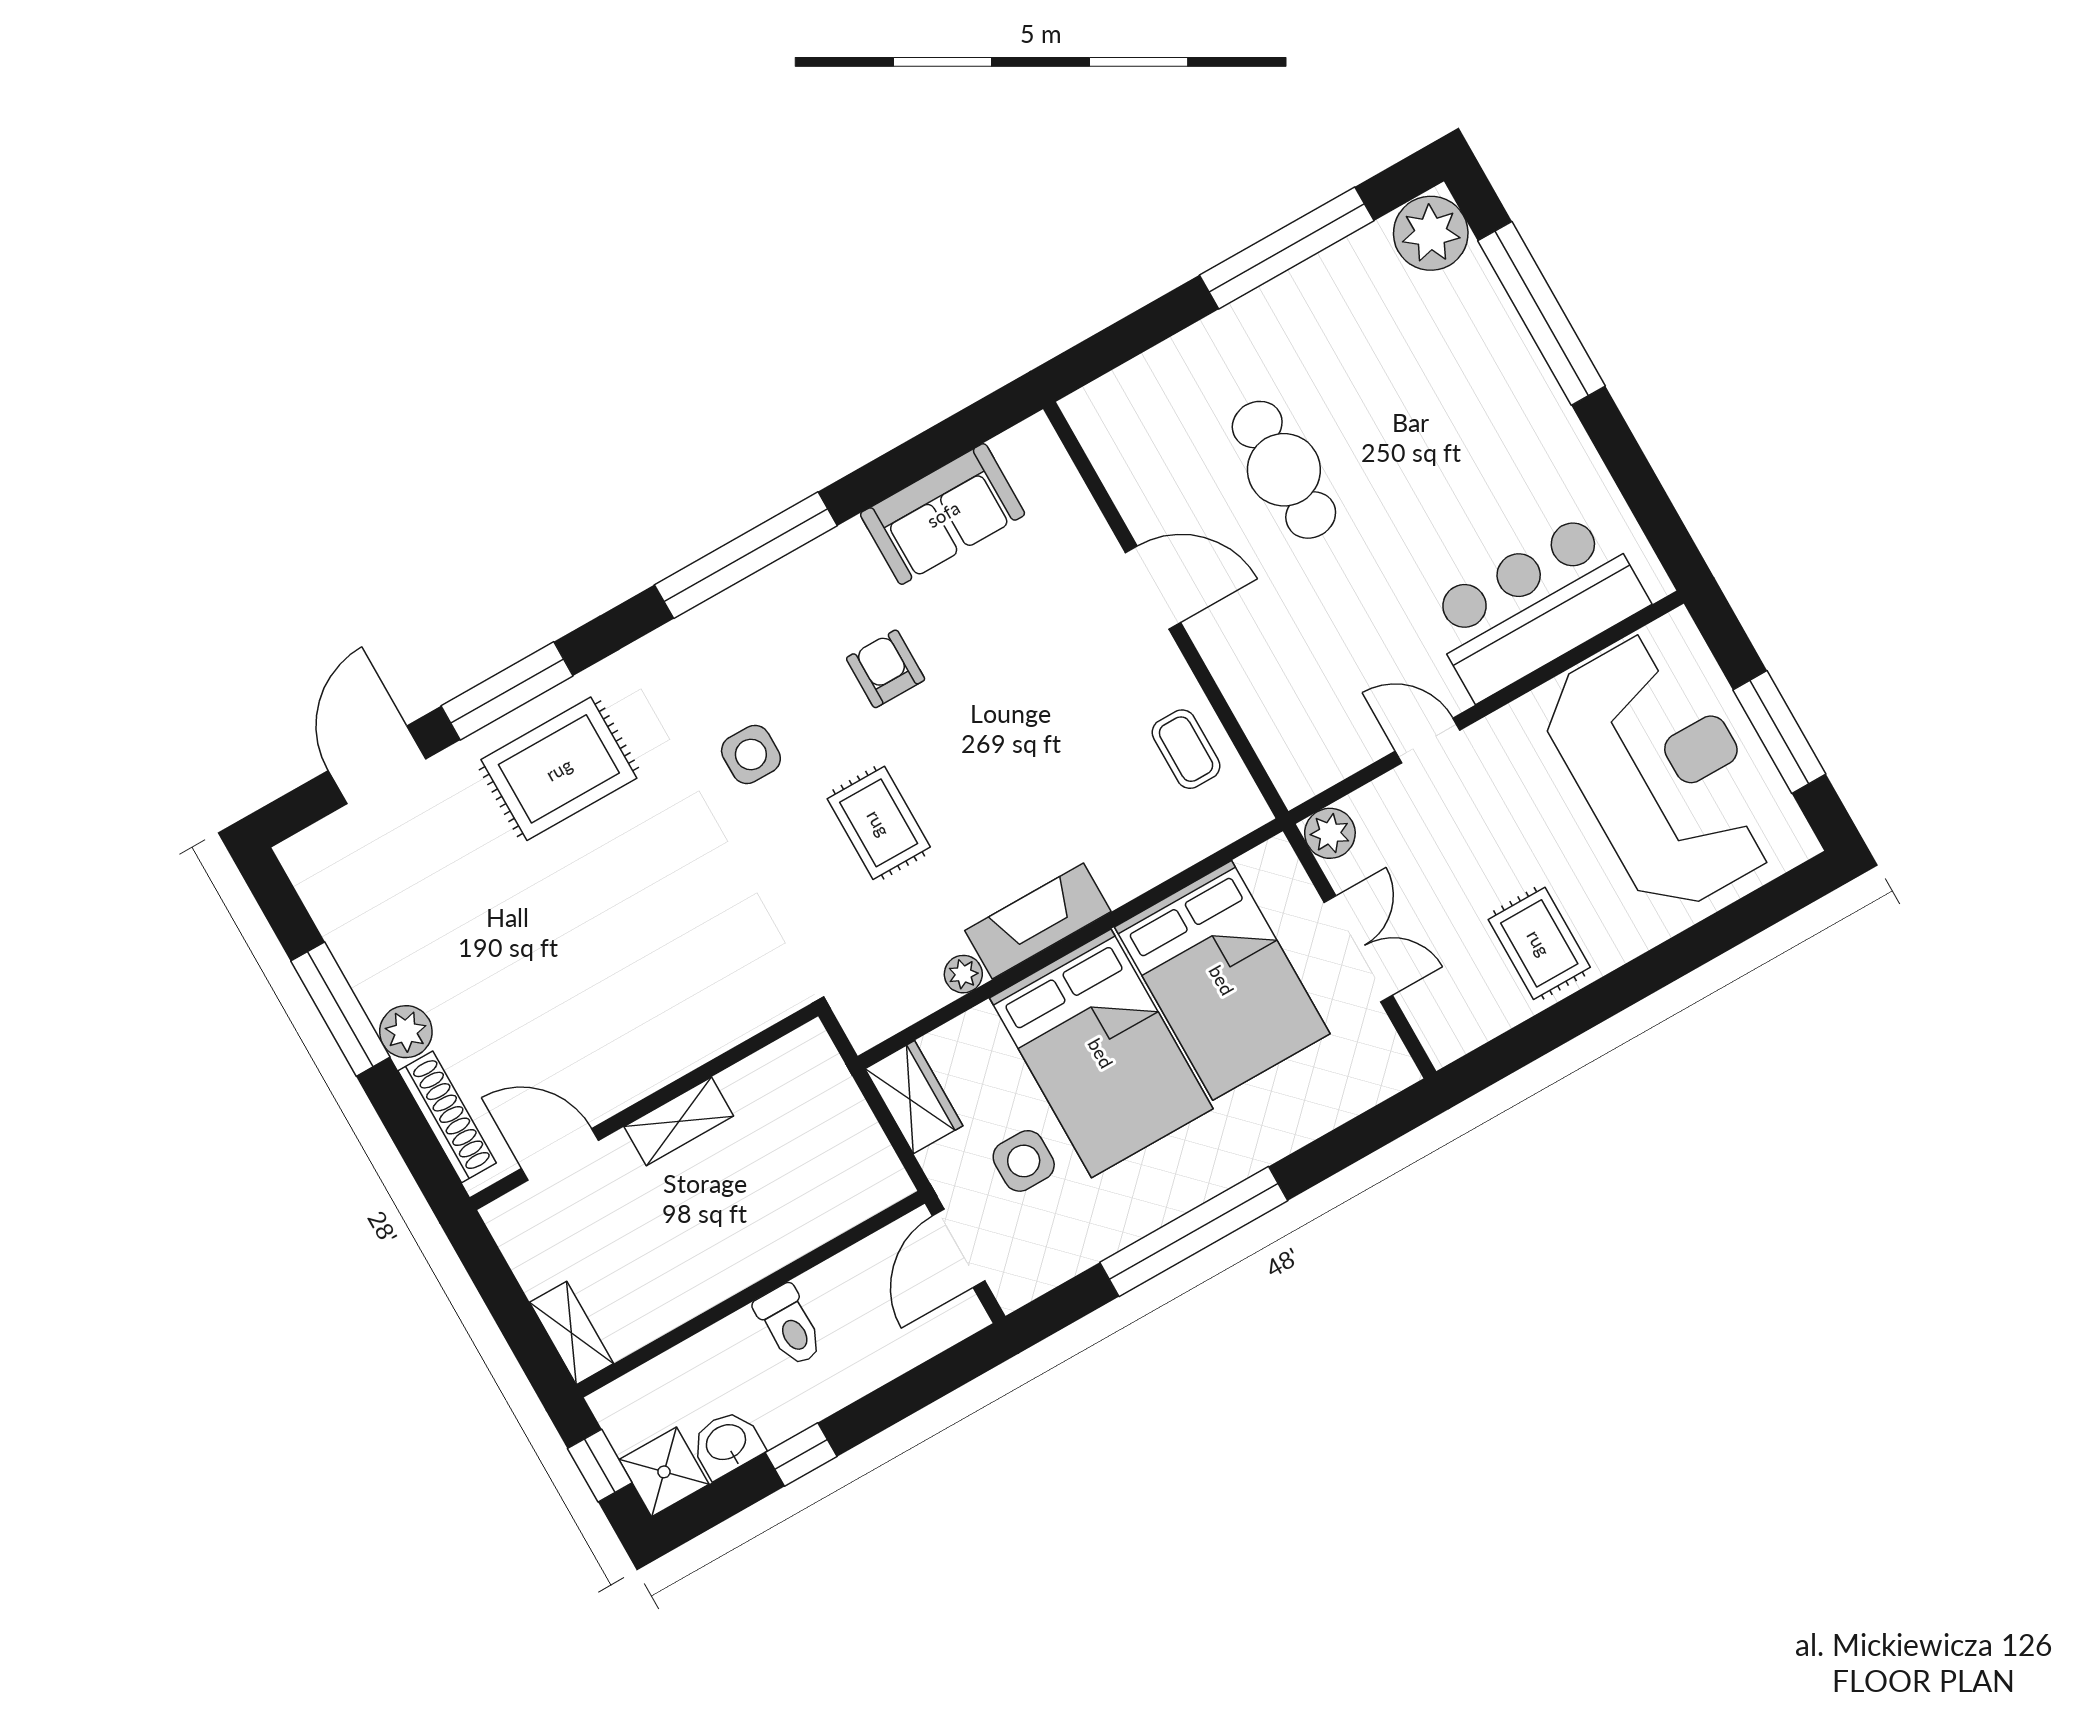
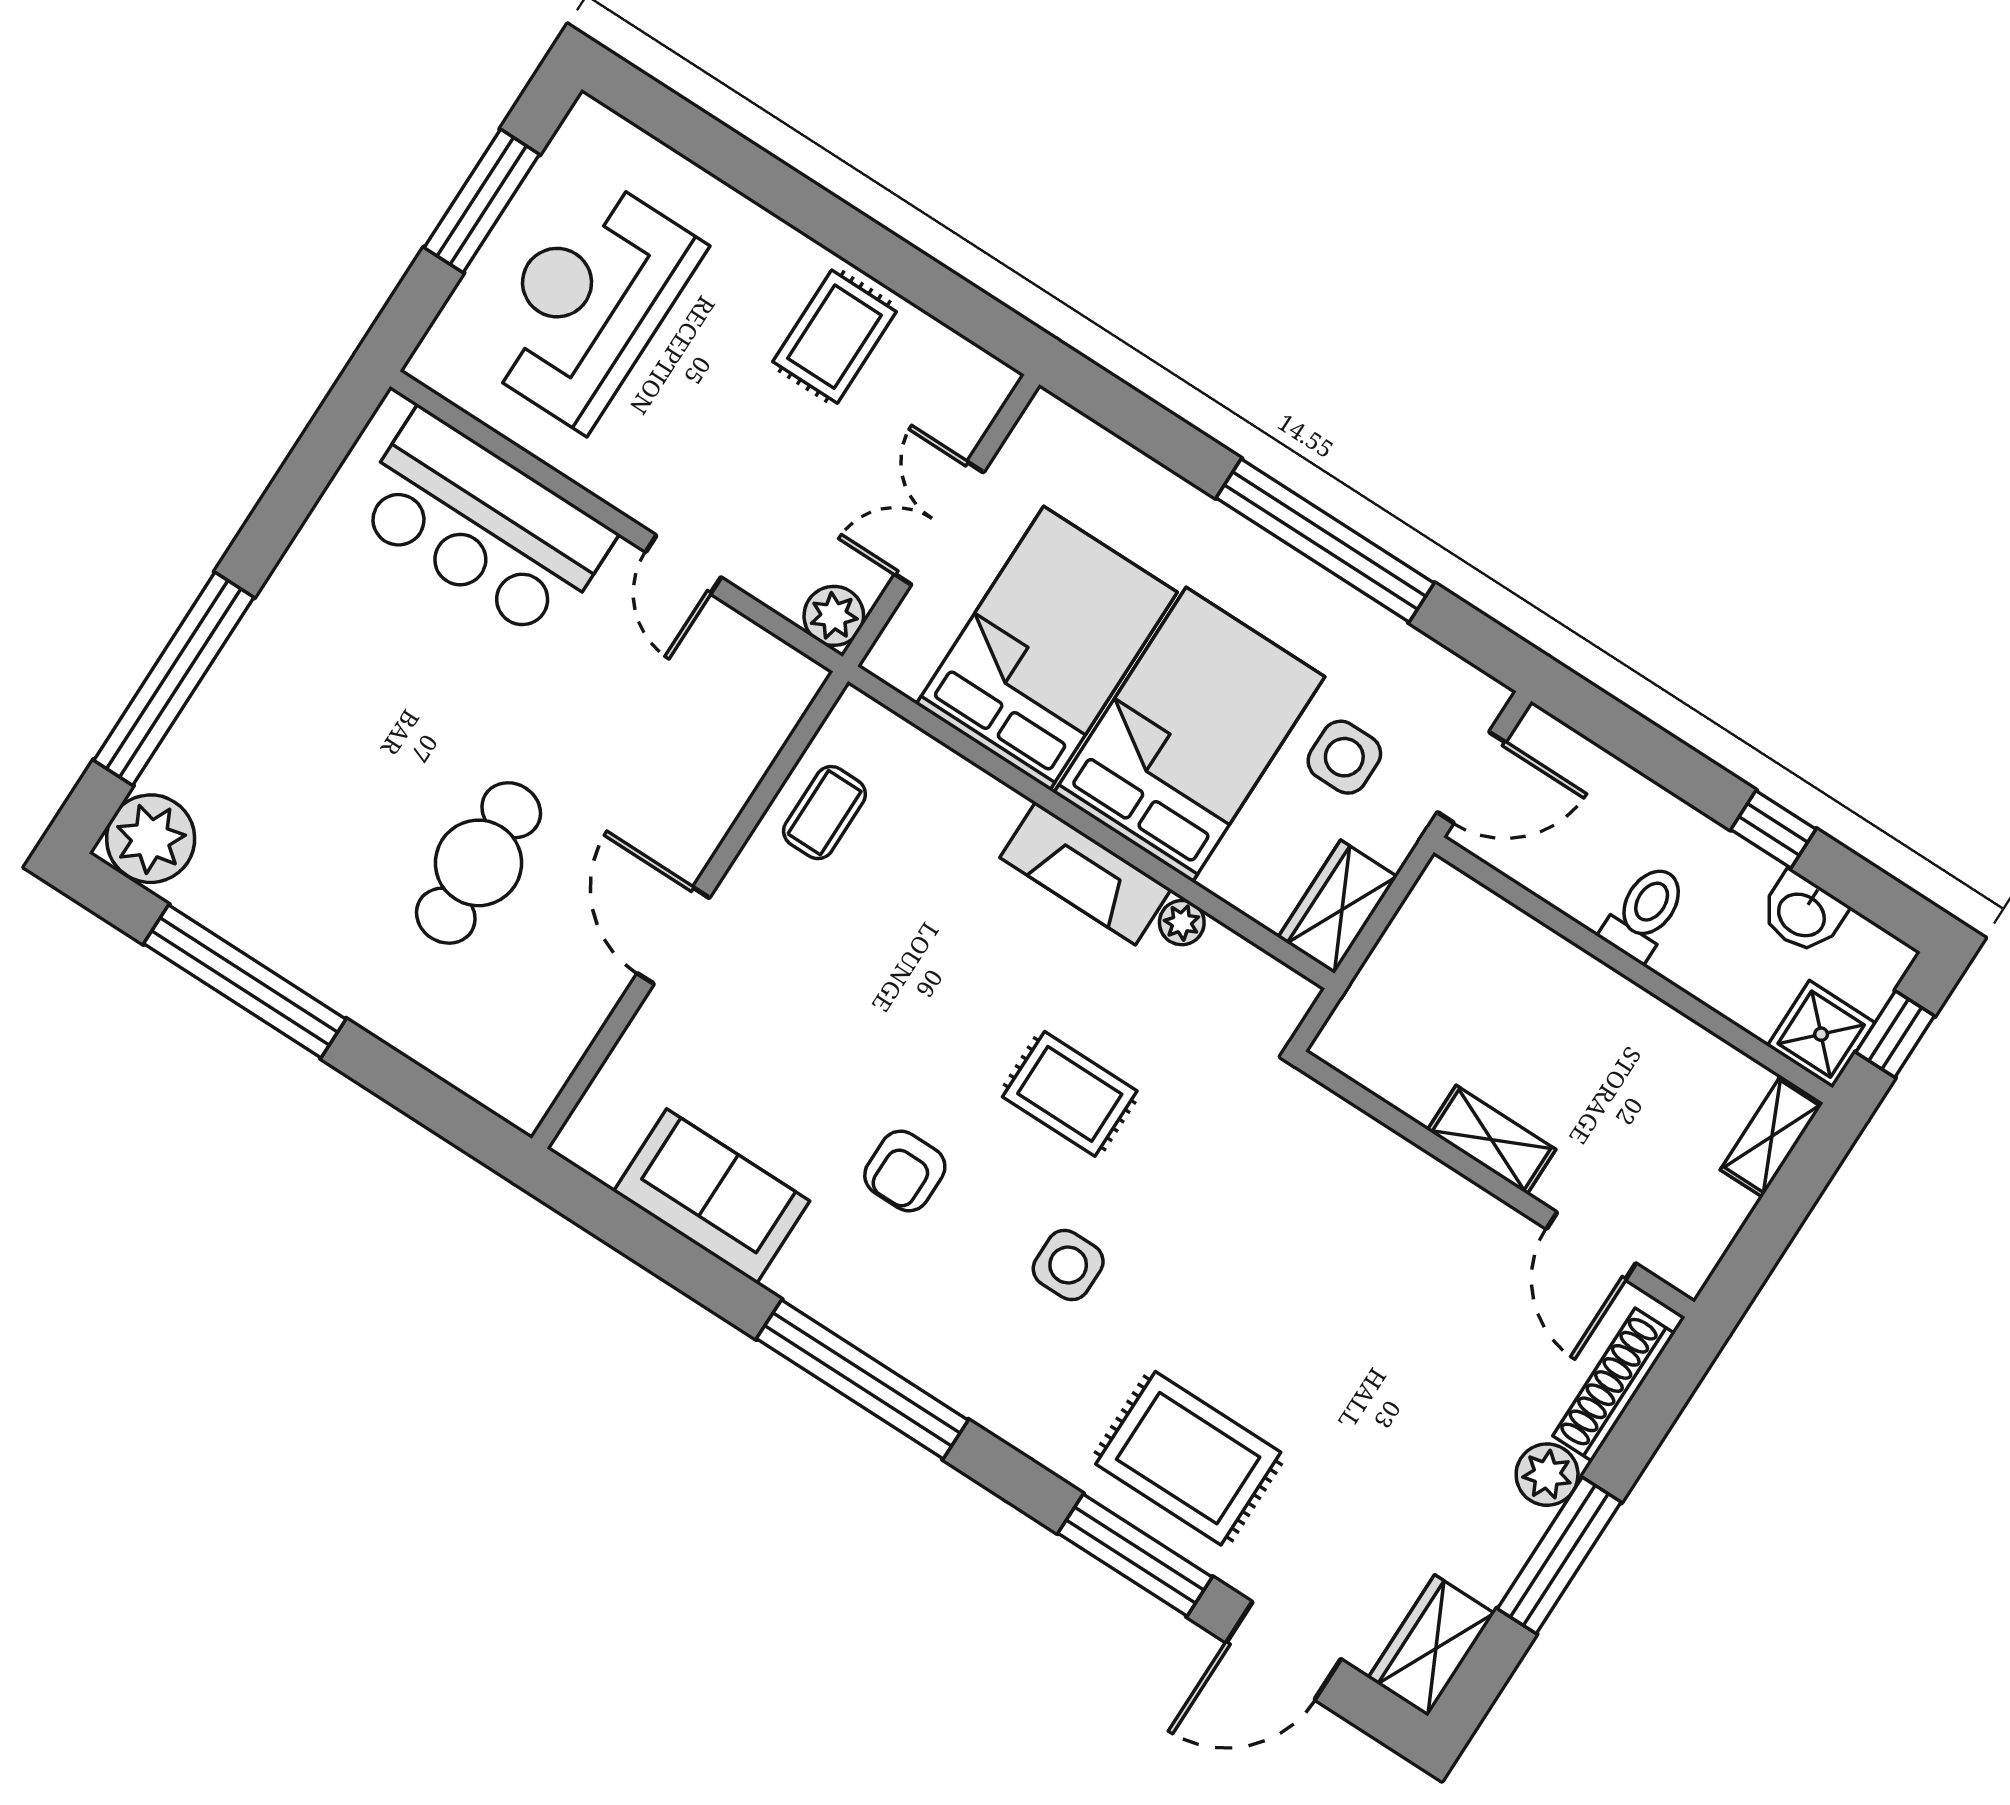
reception desk: (1661, 772) -> (588, 303), width x0.74, depth x0.77
rug: (879, 823) -> (1070, 1094), turned 90
wardrobe: (323, 878) -> (1431, 1645), added
shower: (664, 1472) -> (1821, 1034), moved

